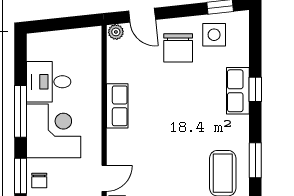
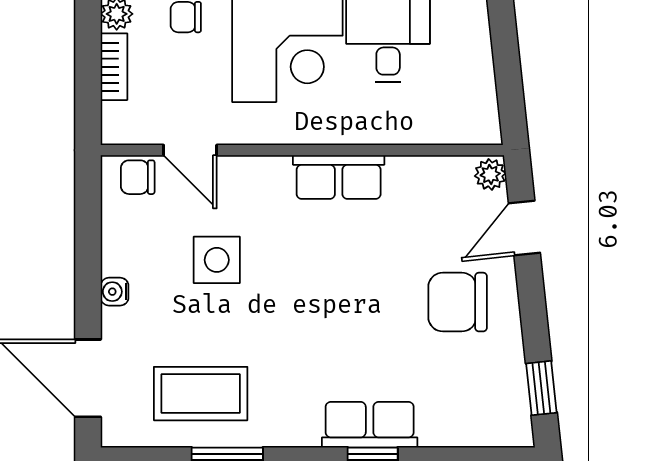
side table: (214, 35) -> (217, 260), moved

